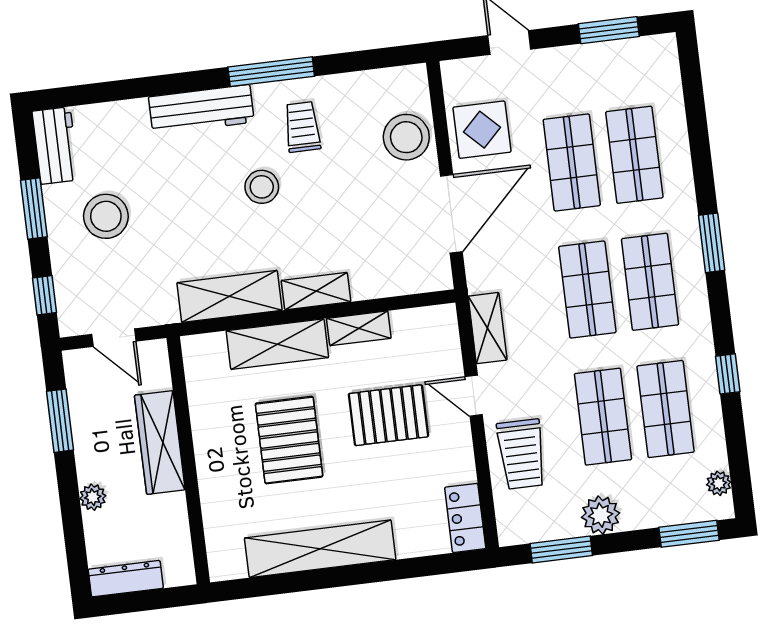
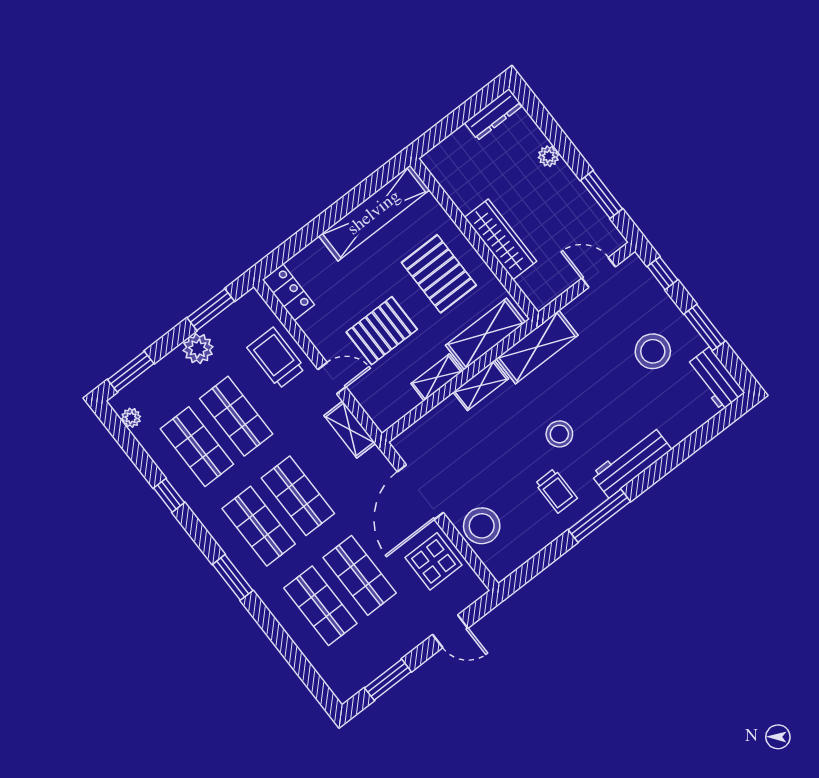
wardrobe: (160, 442) -> (501, 239), moved
wall: (188, 460) -> (474, 239), moved

